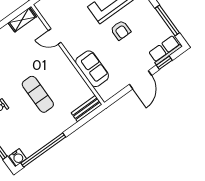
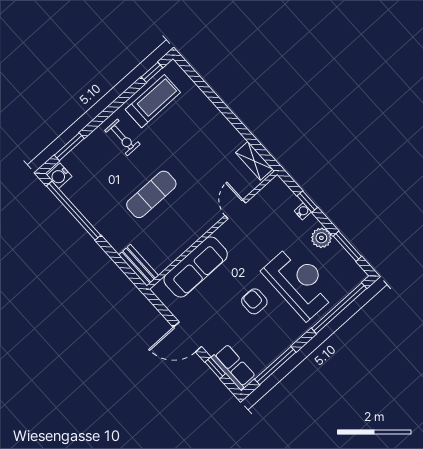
armchair: (121, 30) -> (254, 301), turned 90
sofa: (92, 69) -> (196, 267), width x1.36

